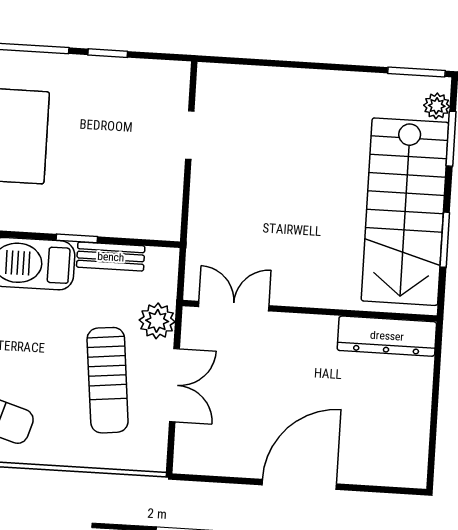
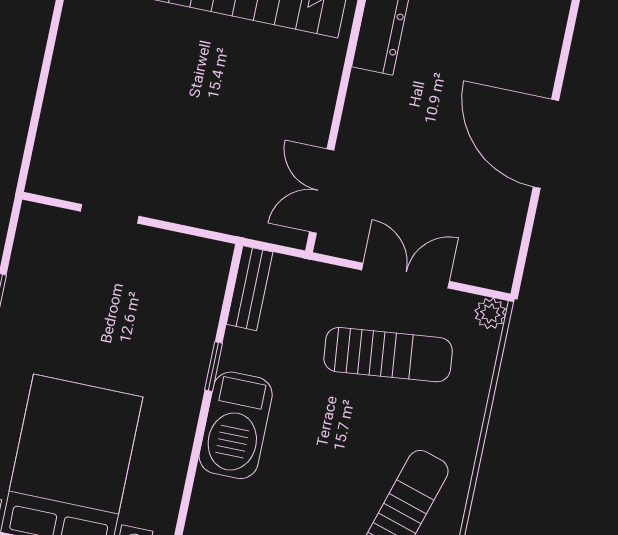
bench: (111, 257) -> (250, 288), moved
plant: (157, 321) -> (490, 313), moved, width x0.73, depth x0.73

